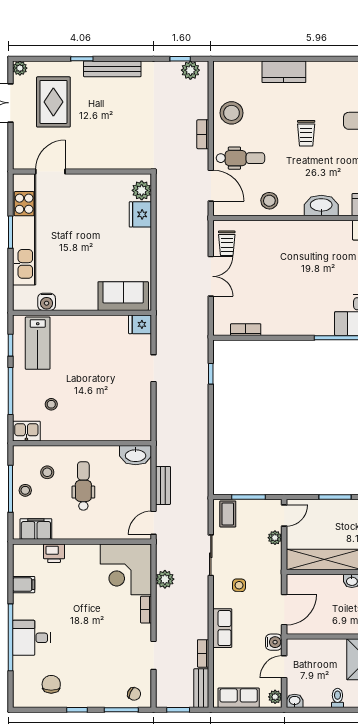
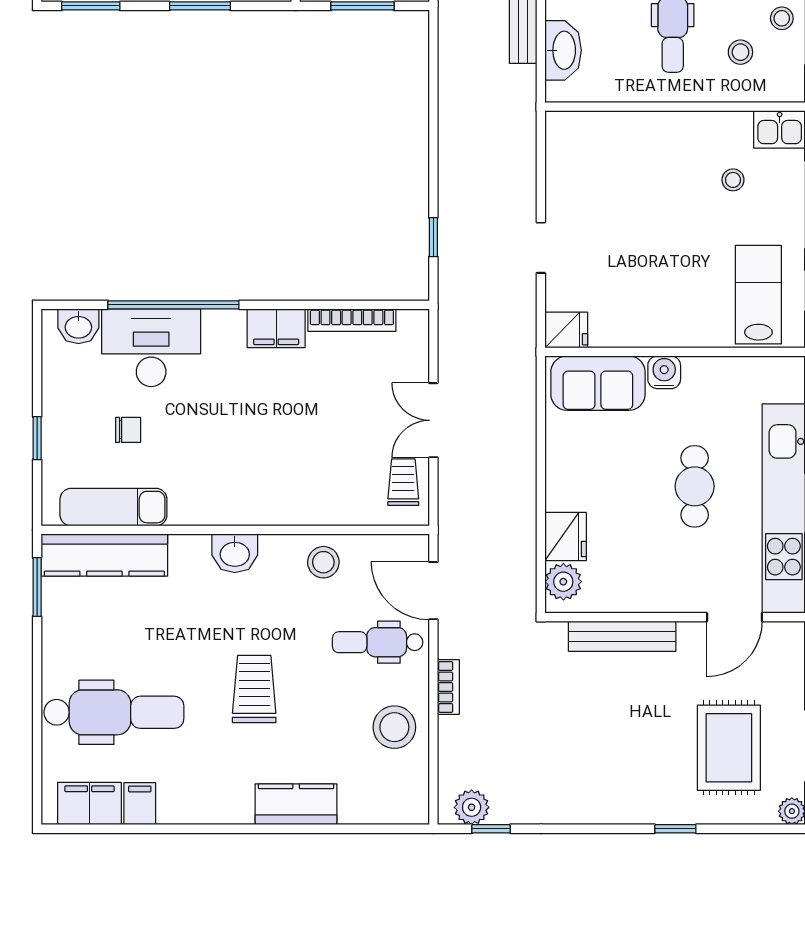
bench: (112, 69) -> (622, 636), moved
trolley: (306, 133) -> (254, 689), width x1.36, depth x1.39
washbasin: (321, 206) -> (235, 553), width x0.72
cafe table: (72, 241) -> (695, 486), added
water cooler: (47, 302) -> (664, 372), moved
filing cabinet: (295, 325) -> (276, 328), added
bookcase: (246, 330) -> (352, 320), width x1.56
washbasin: (136, 455) -> (563, 50), moved, turned 90

